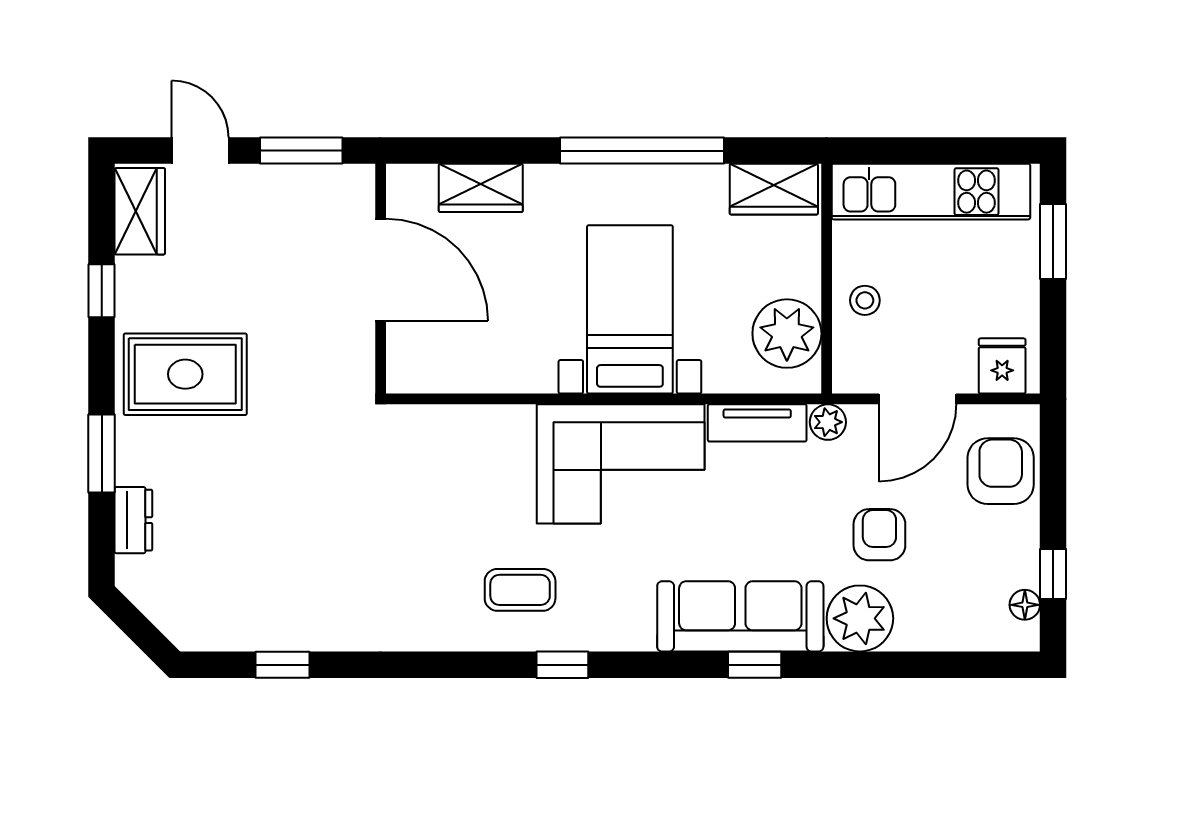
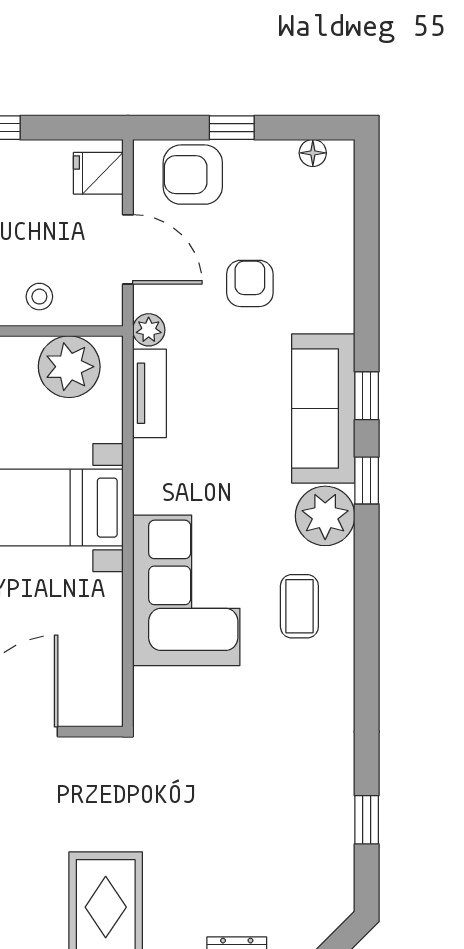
corner sofa: (621, 464) -> (186, 590), moved
armchair: (879, 535) -> (250, 283), turned 90
window: (1053, 574) -> (232, 128), moved
plant: (860, 618) -> (325, 516), moved
window: (562, 665) -> (367, 480), moved

